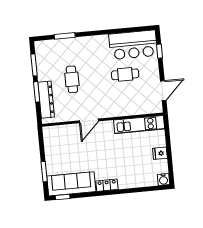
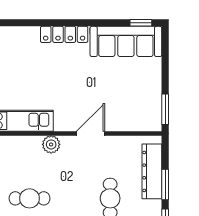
plant: (114, 111) -> (51, 144), added
window: (44, 172) -> (165, 109), moved
locker: (107, 185) -> (64, 34), width x1.53

